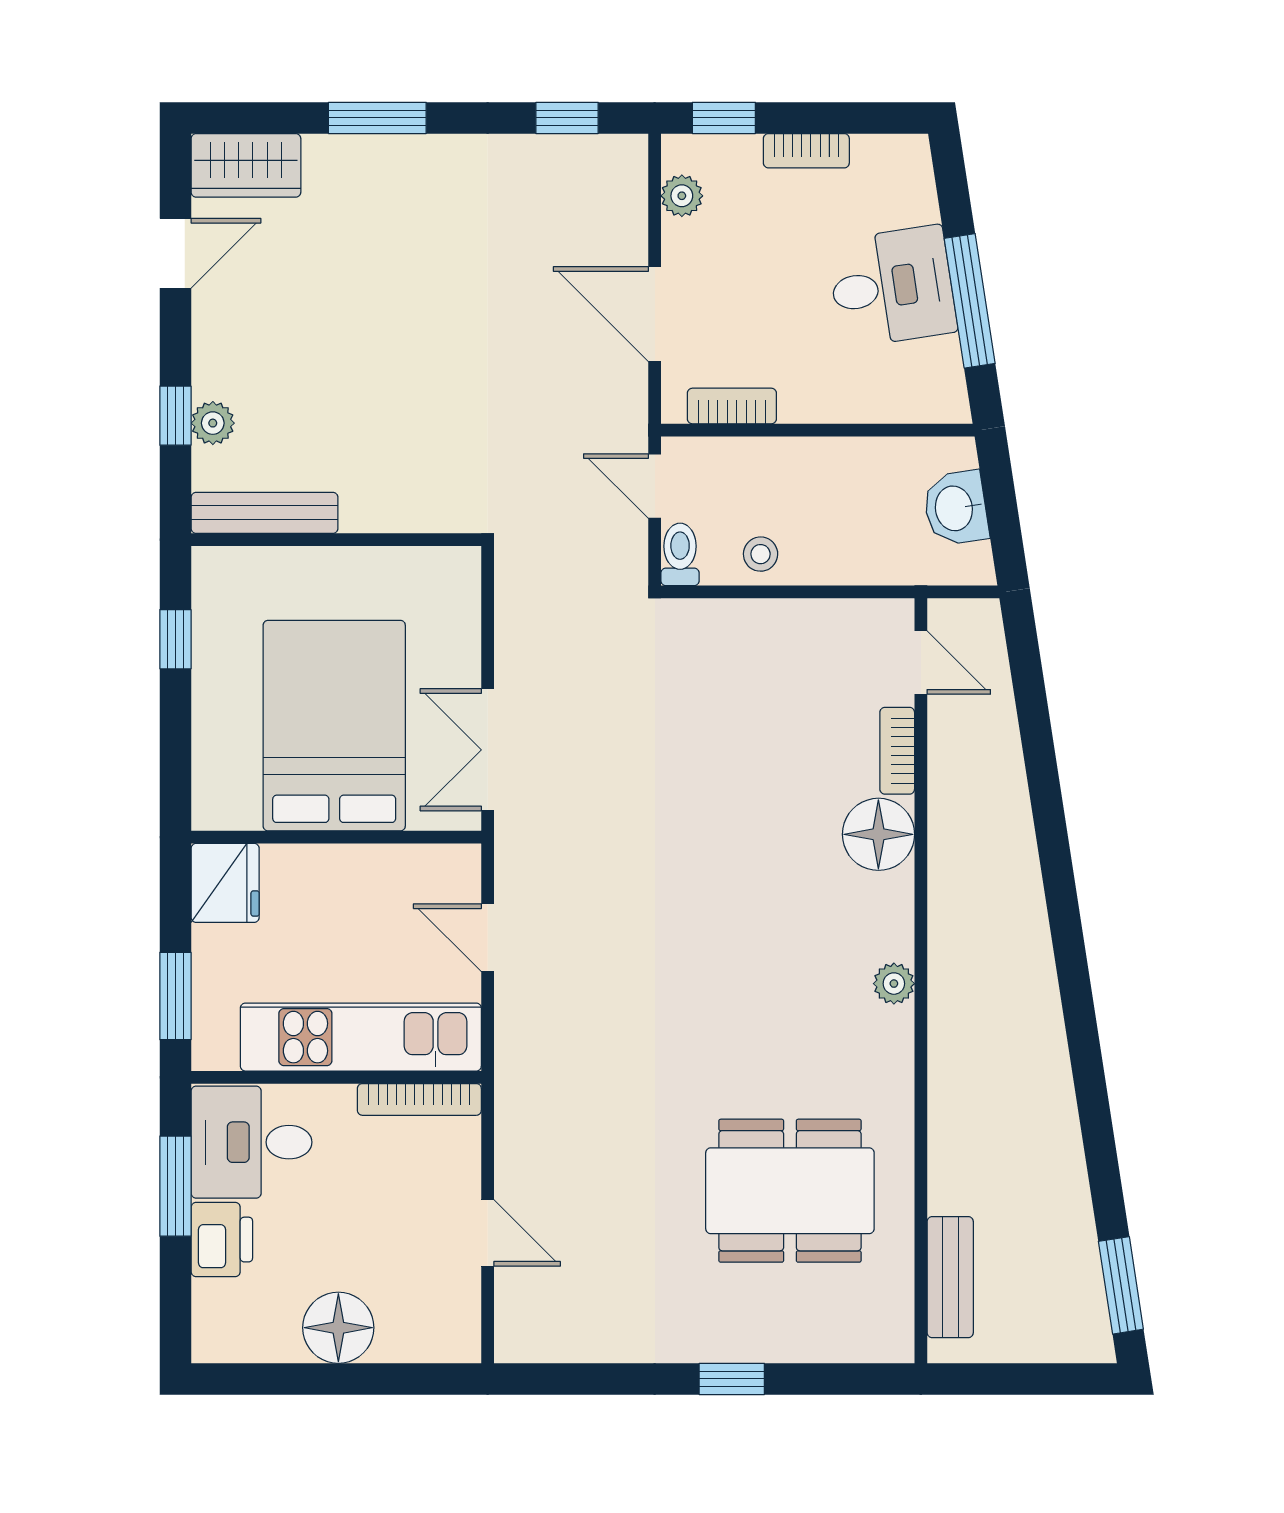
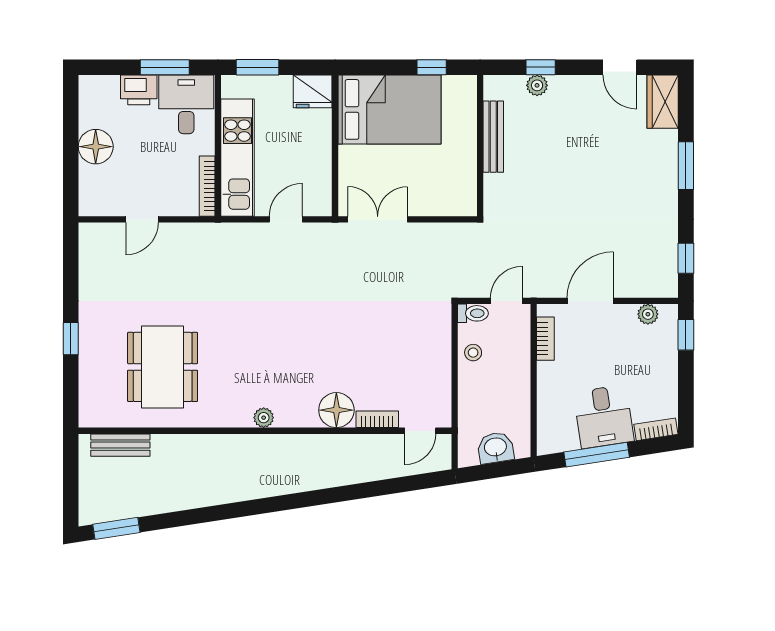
bookcase: (806, 151) -> (656, 429), moved, turned 81
bench: (264, 513) -> (493, 137), moved
bed: (334, 726) -> (389, 109), moved

